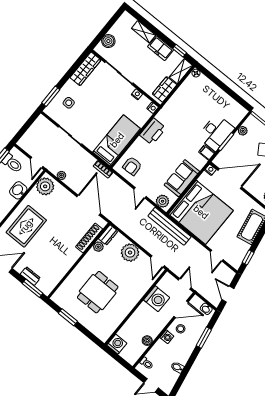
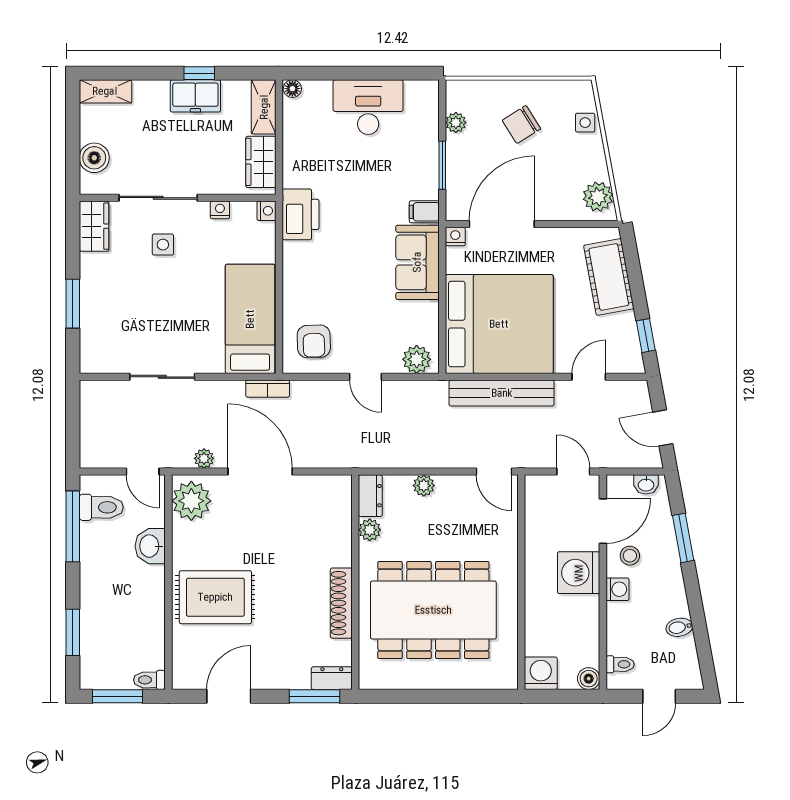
shelving: (144, 32) -> (105, 91), moved
window: (180, 51) -> (199, 73), moved
wardrobe: (85, 69) -> (94, 226), width x0.67
window: (51, 96) -> (73, 304), moved
side table: (69, 103) -> (163, 245), moved
printer: (153, 131) -> (300, 214), moved
desk: (216, 132) -> (368, 107), moved, turned -90
sofa: (182, 178) -> (417, 262), moved
door: (89, 205) -> (260, 472), moved
rug: (26, 226) -> (215, 597), turned 90
bench: (170, 226) -> (502, 393), moved
shoe rack: (89, 238) -> (341, 603), moved
plant: (130, 253) -> (424, 486), width x0.53, depth x0.53
door: (217, 256) -> (589, 377), swing flipped
dresser: (30, 276) -> (332, 678), moved
dining table: (98, 292) -> (433, 610), width x1.88, depth x1.24
washing machine: (157, 299) -> (579, 573), moved, turned 180
window: (68, 317) -> (417, 696), removed
boiler: (147, 341) -> (589, 679), moved

